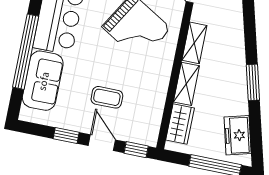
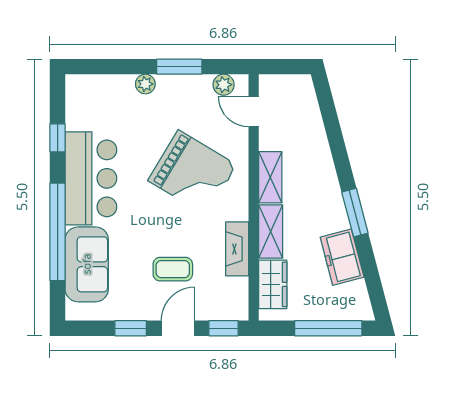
fireplace: (159, 92) -> (237, 249), added
freezer: (238, 135) -> (342, 257), moved
door: (102, 143) -> (178, 328), hinge flipped

